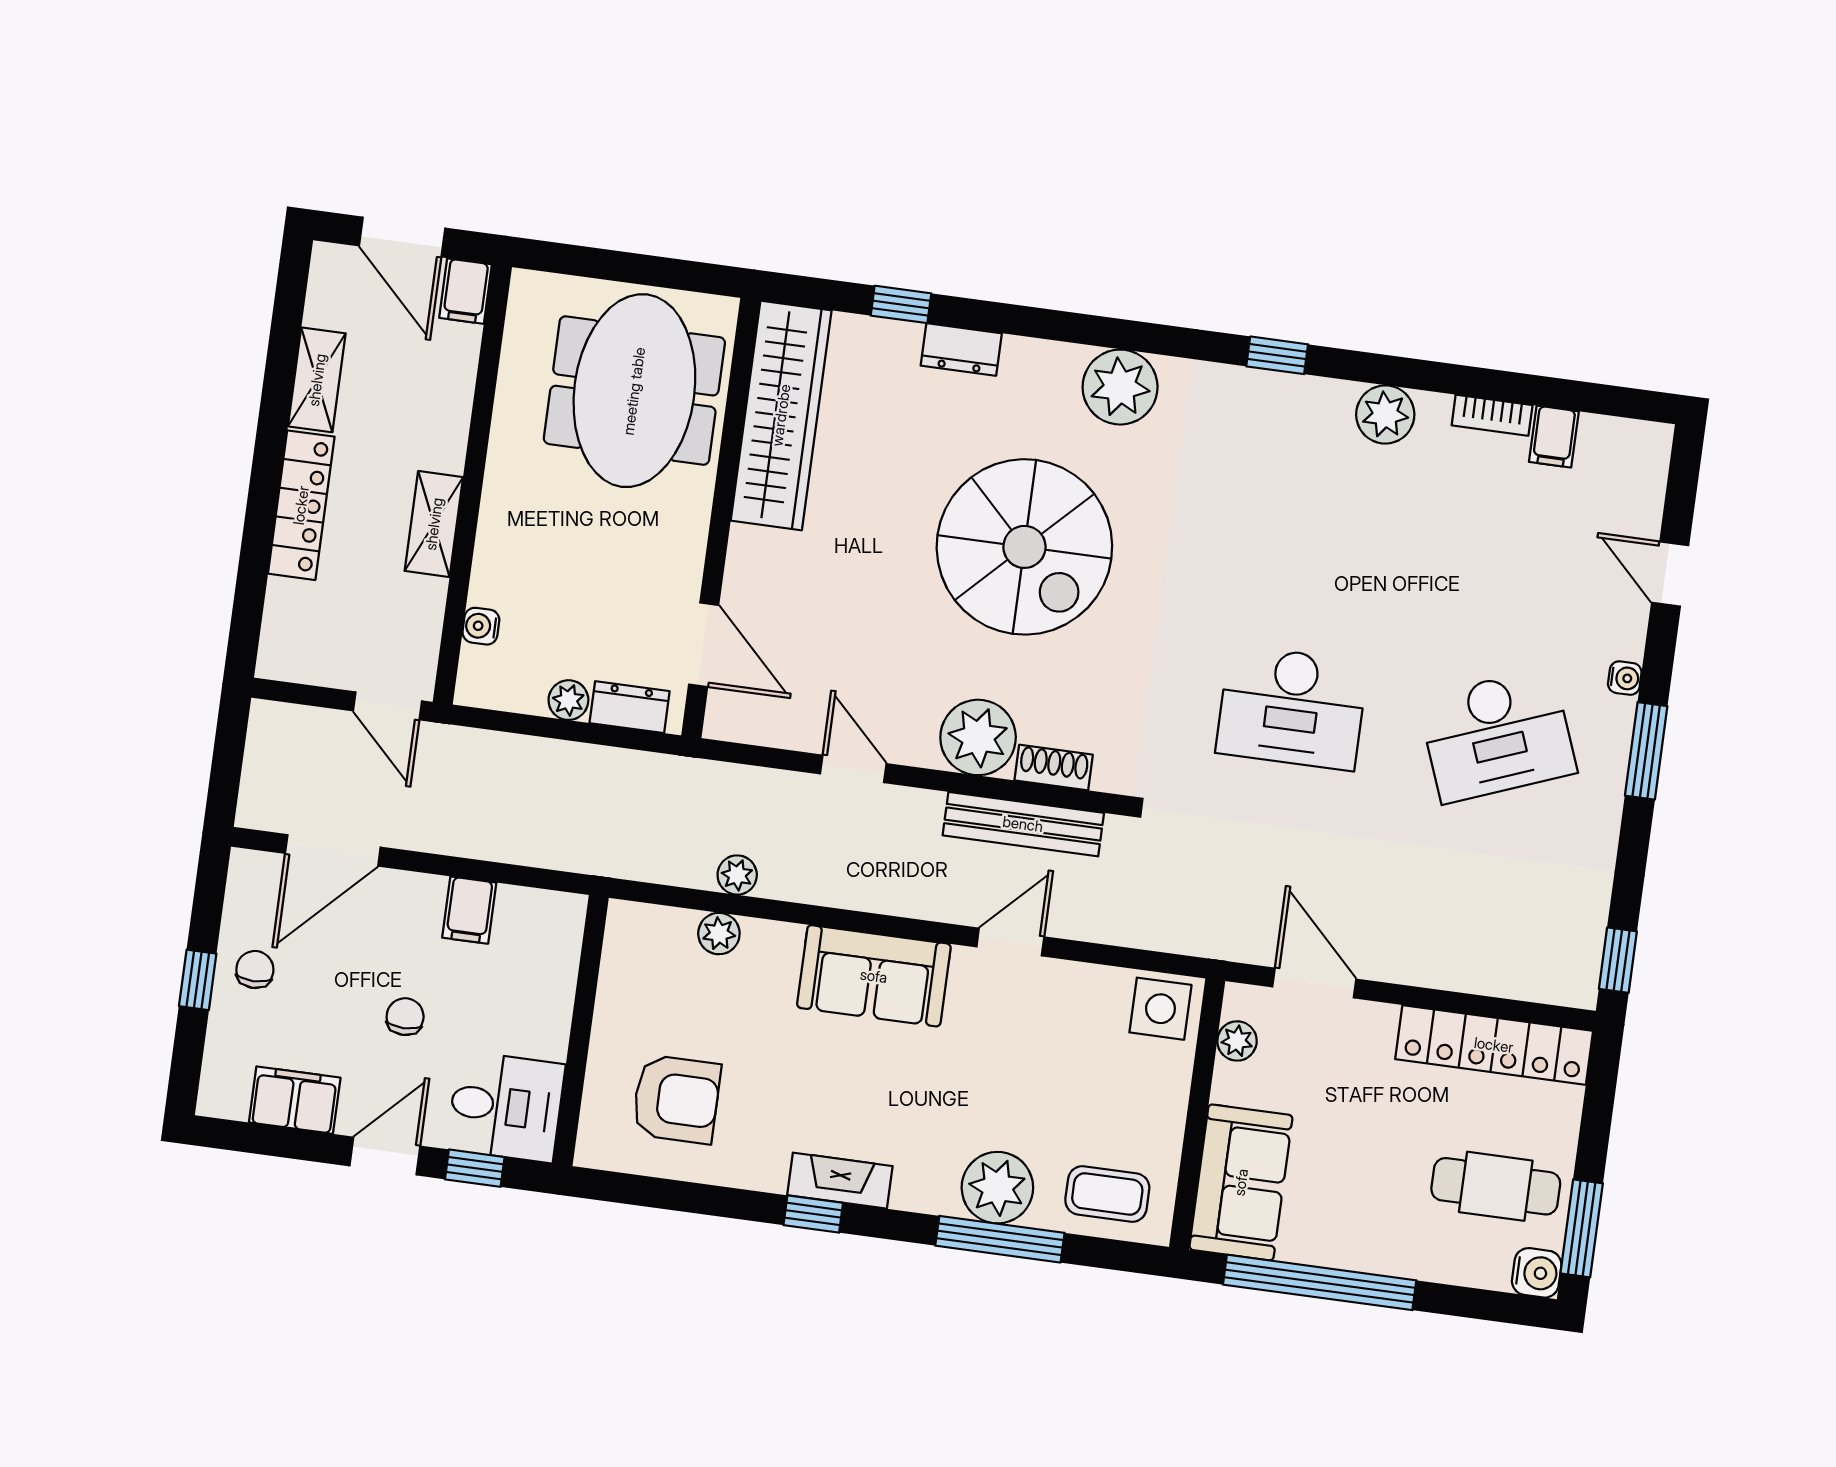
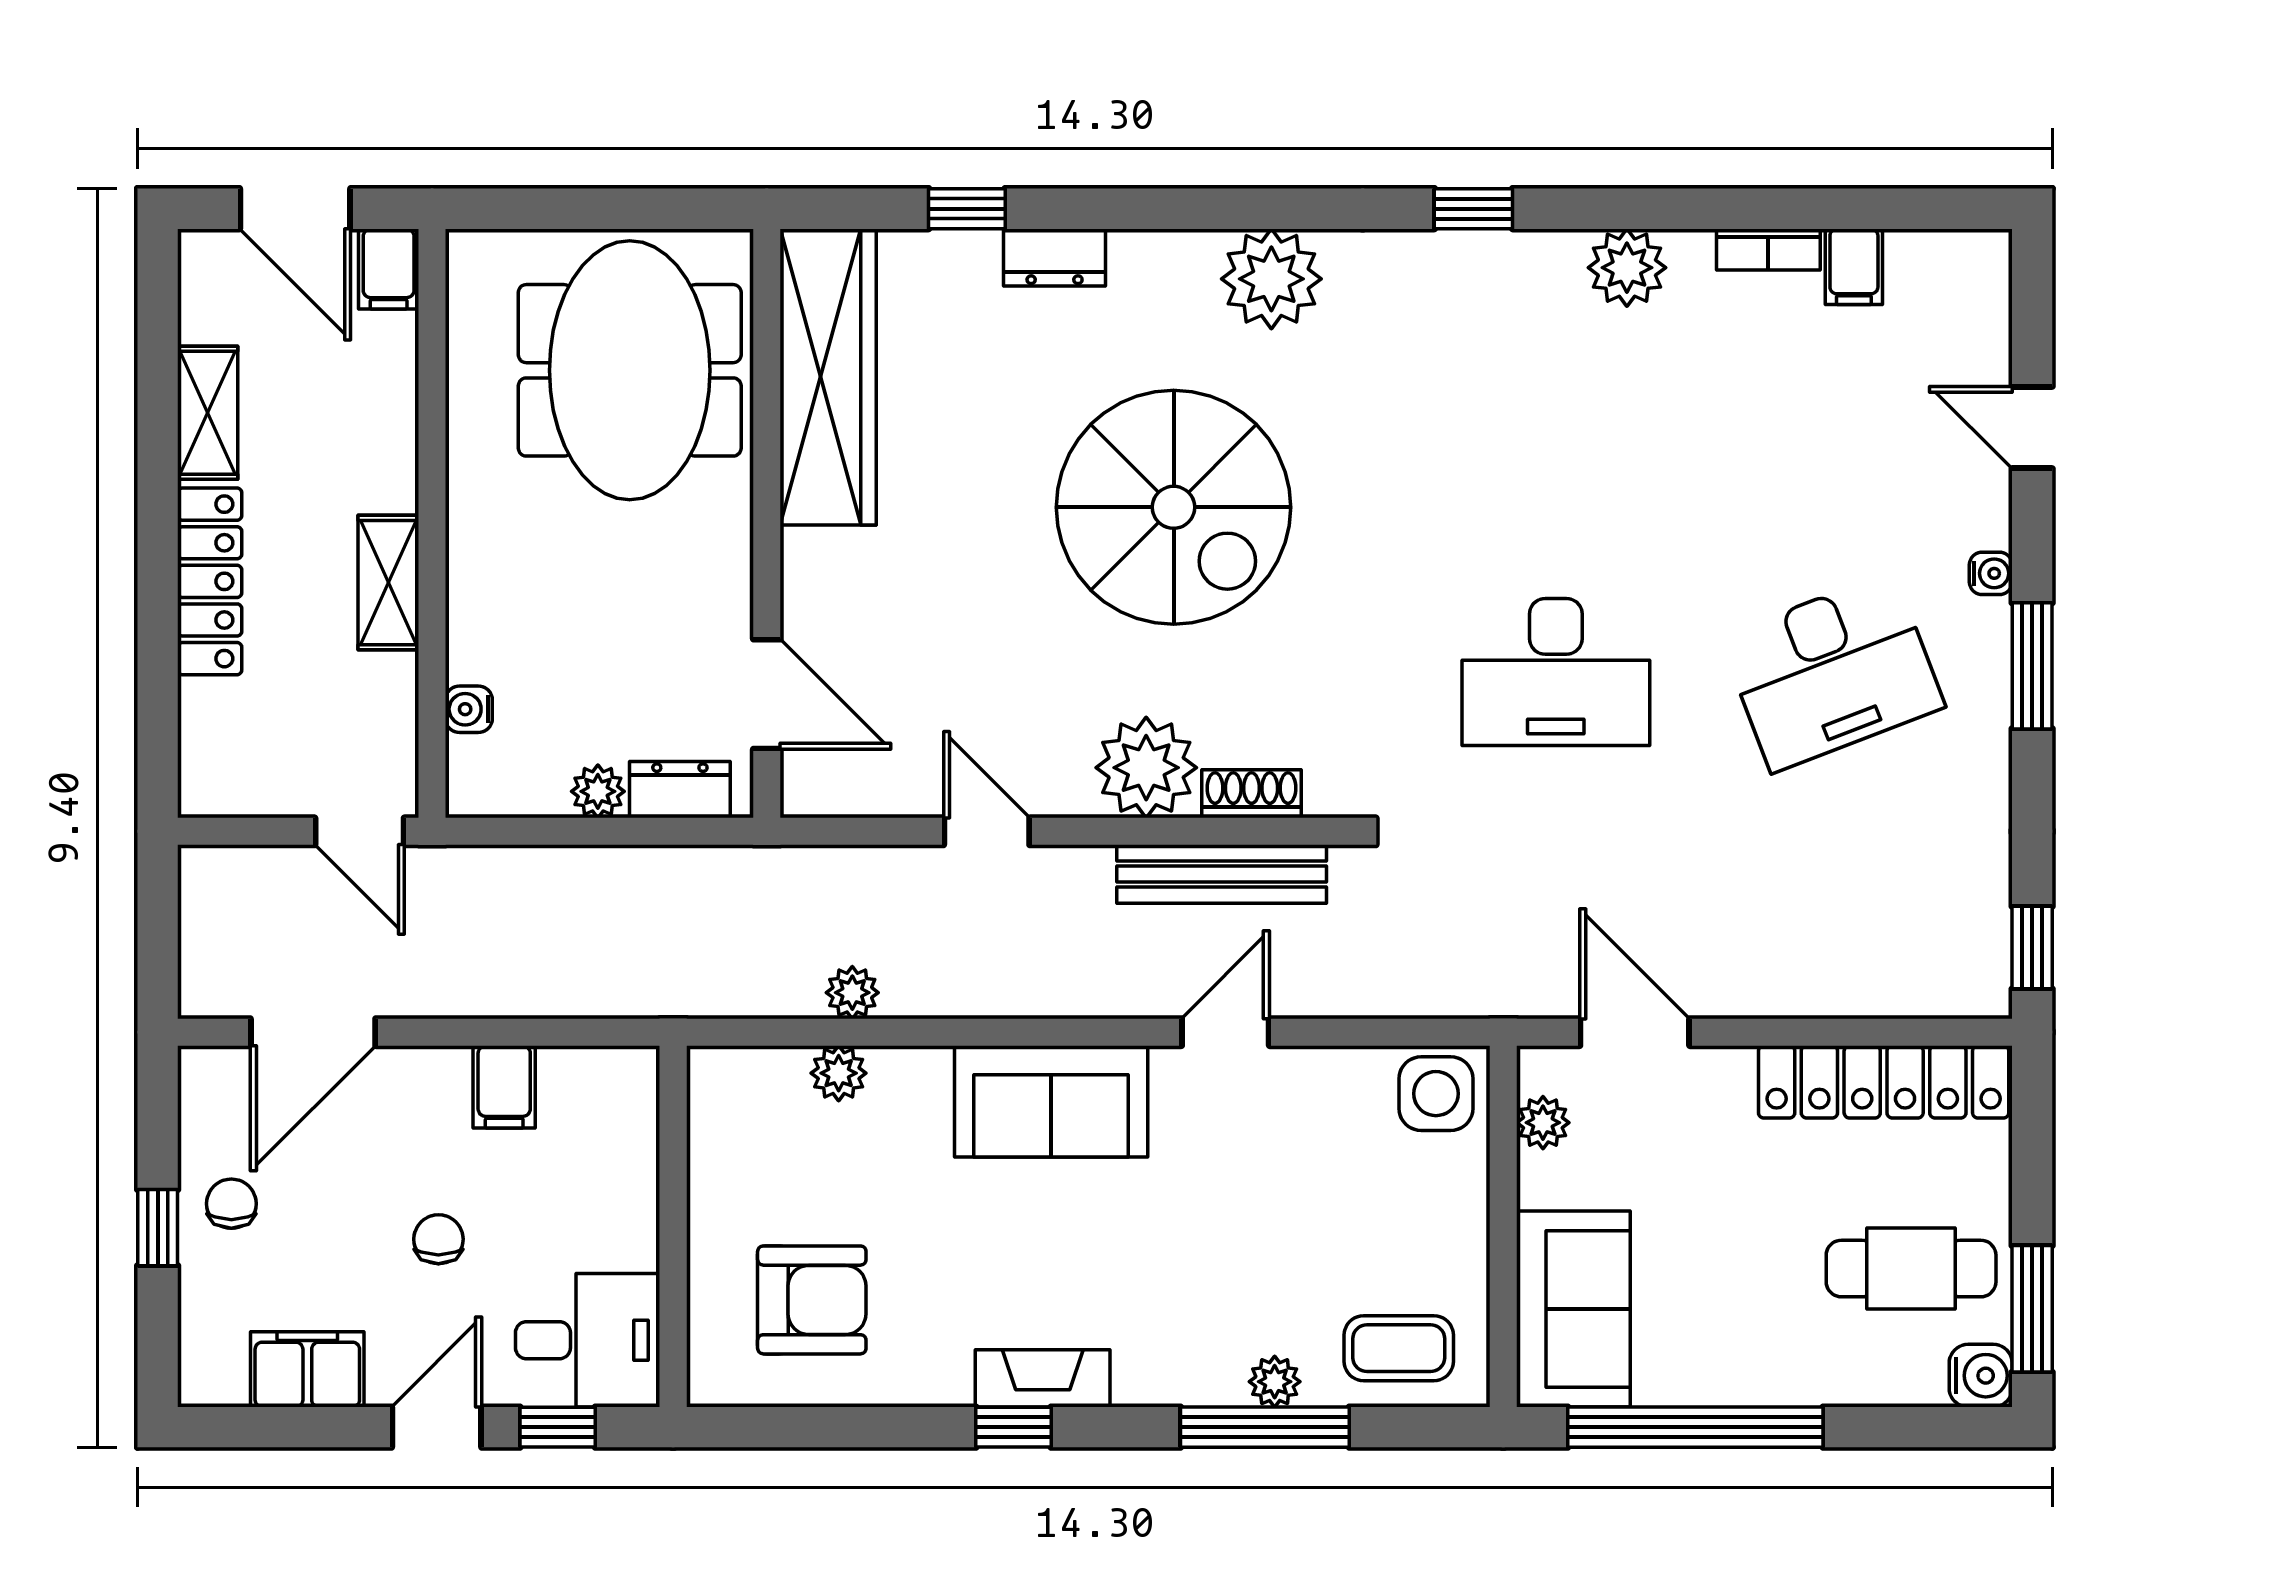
plant: (997, 1188) -> (1275, 1382), width x0.53, depth x0.53

